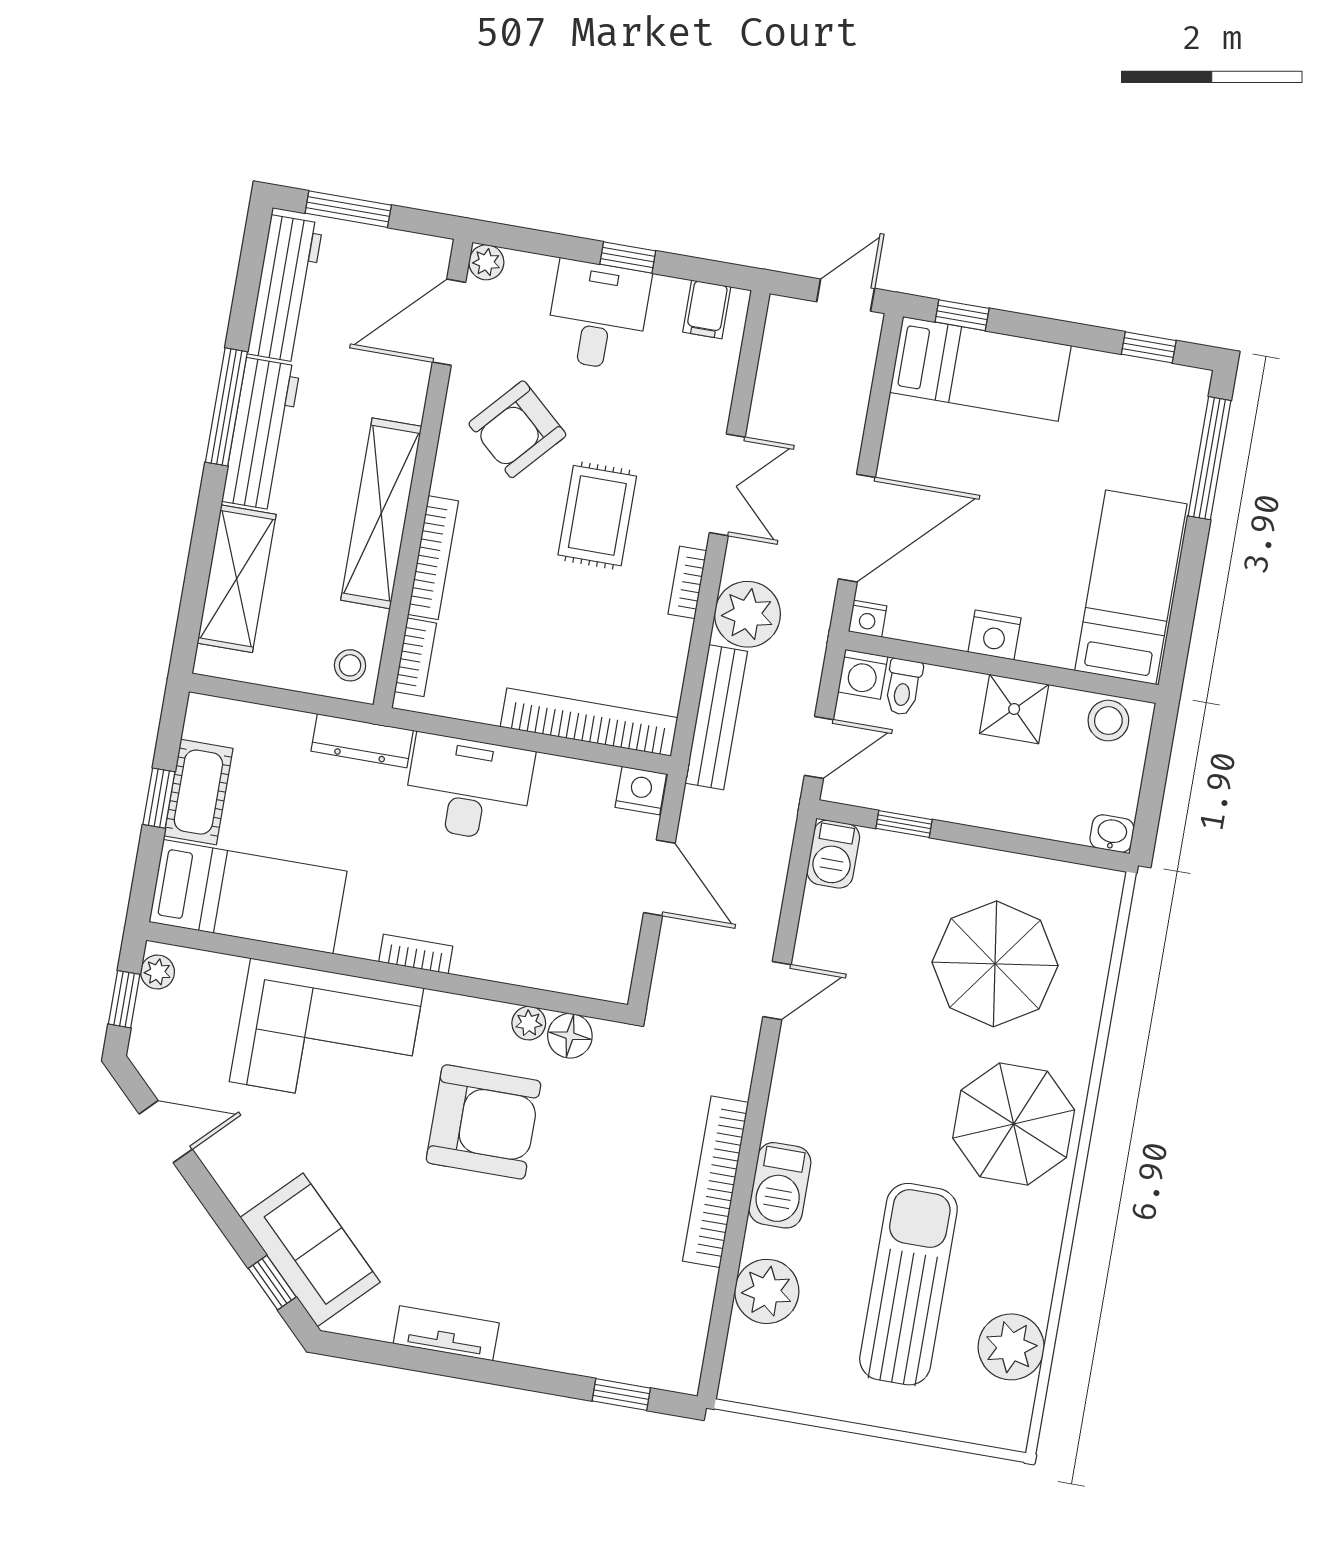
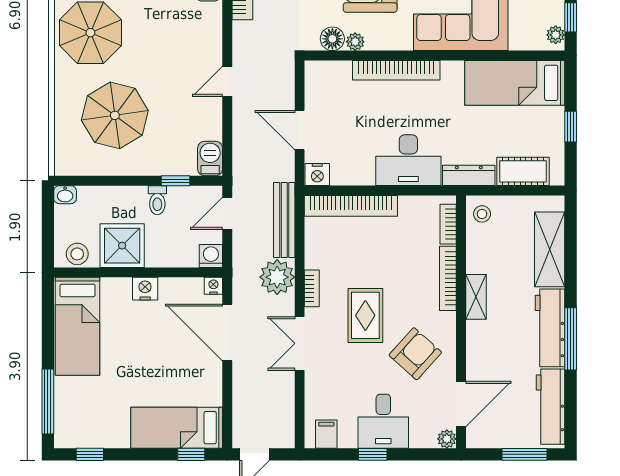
shelving: (381, 513) -> (476, 297), width x0.45, depth x0.75
door: (857, 528) -> (227, 333), hinge flipped
toilet: (903, 687) -> (157, 200), moved, turned 180
shower: (1014, 709) -> (122, 246), width x1.36, depth x1.36
cot: (198, 792) -> (523, 171), moved, turned 90
bookcase: (416, 954) -> (396, 70), width x2.31, depth x1.31

